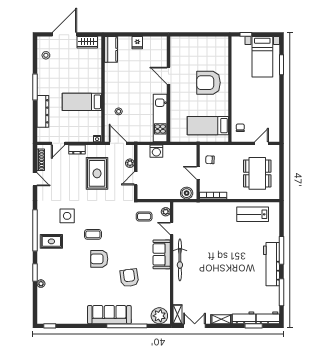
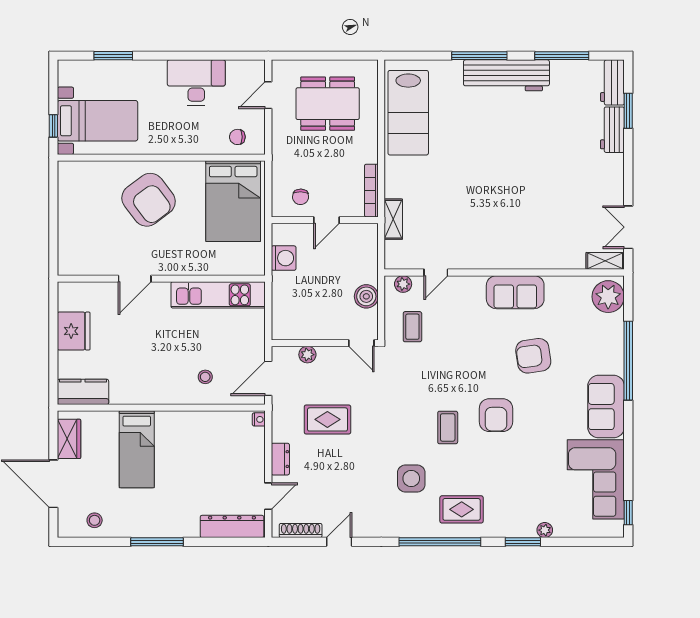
fridge: (137, 43) -> (74, 331), width x1.88, depth x1.34
bed with nightstands: (262, 57) -> (97, 121), moved
armchair: (208, 83) -> (149, 200), turned -37
bed: (82, 102) -> (137, 449), moved
desk: (268, 107) -> (196, 82), added
dresser: (43, 111) -> (232, 526), moved
bed: (208, 126) -> (233, 201), width x1.50
door: (58, 143) -> (268, 496), hinge flipped
door: (262, 143) -> (268, 95), hinge flipped
washing machine: (156, 151) -> (284, 258), moved
rug: (97, 173) -> (327, 419), width x0.73, depth x0.70
door: (136, 178) -> (361, 343), moved
boiler: (187, 193) -> (366, 296), moved
lab bench: (253, 214) -> (408, 113), width x1.36, depth x1.39
rug: (51, 241) -> (462, 509), turned 90
sofa: (162, 254) -> (515, 292), moved
bicycle: (180, 260) -> (498, 256), removed
corner sofa: (67, 309) -> (596, 479), added
sofa: (109, 315) -> (606, 407), width x0.73
shelving: (221, 319) -> (393, 219), moved

